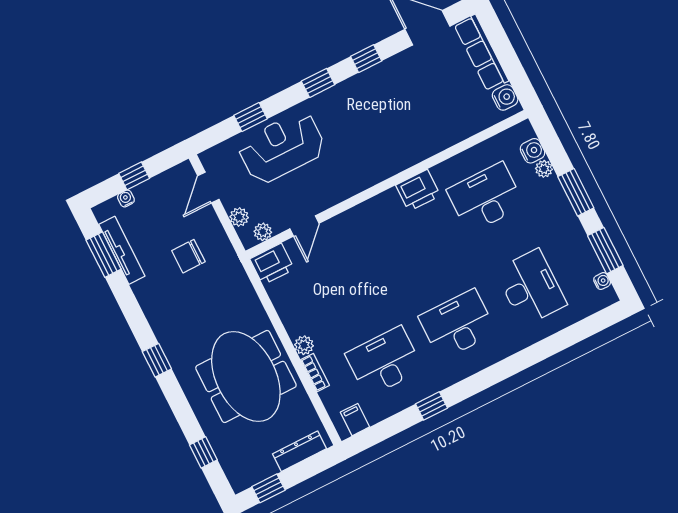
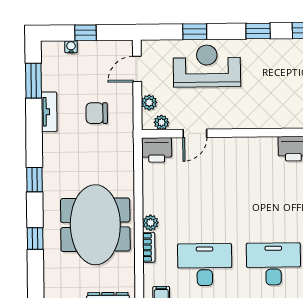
tv unit: (122, 250) -> (49, 112), moved, width x0.71
window: (203, 452) -> (35, 239), moved

